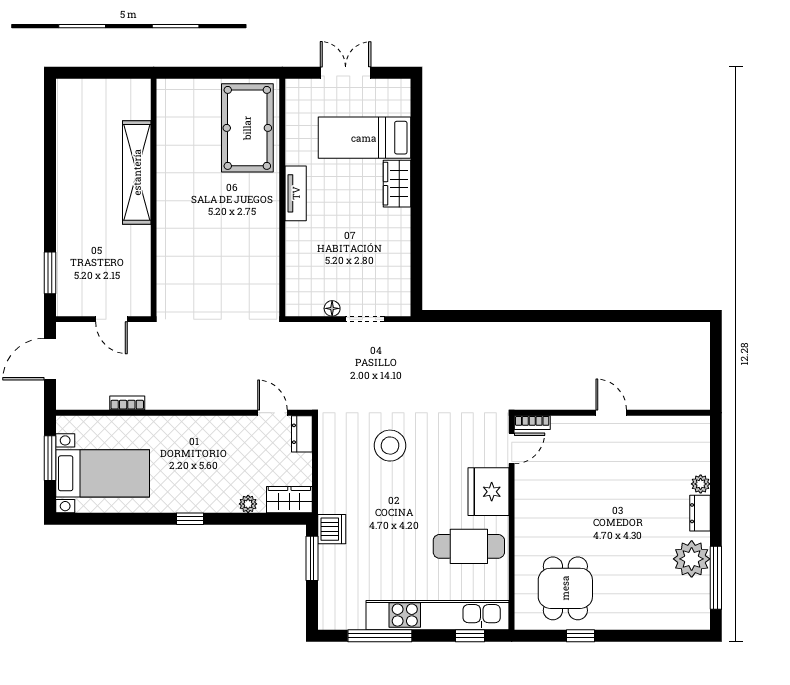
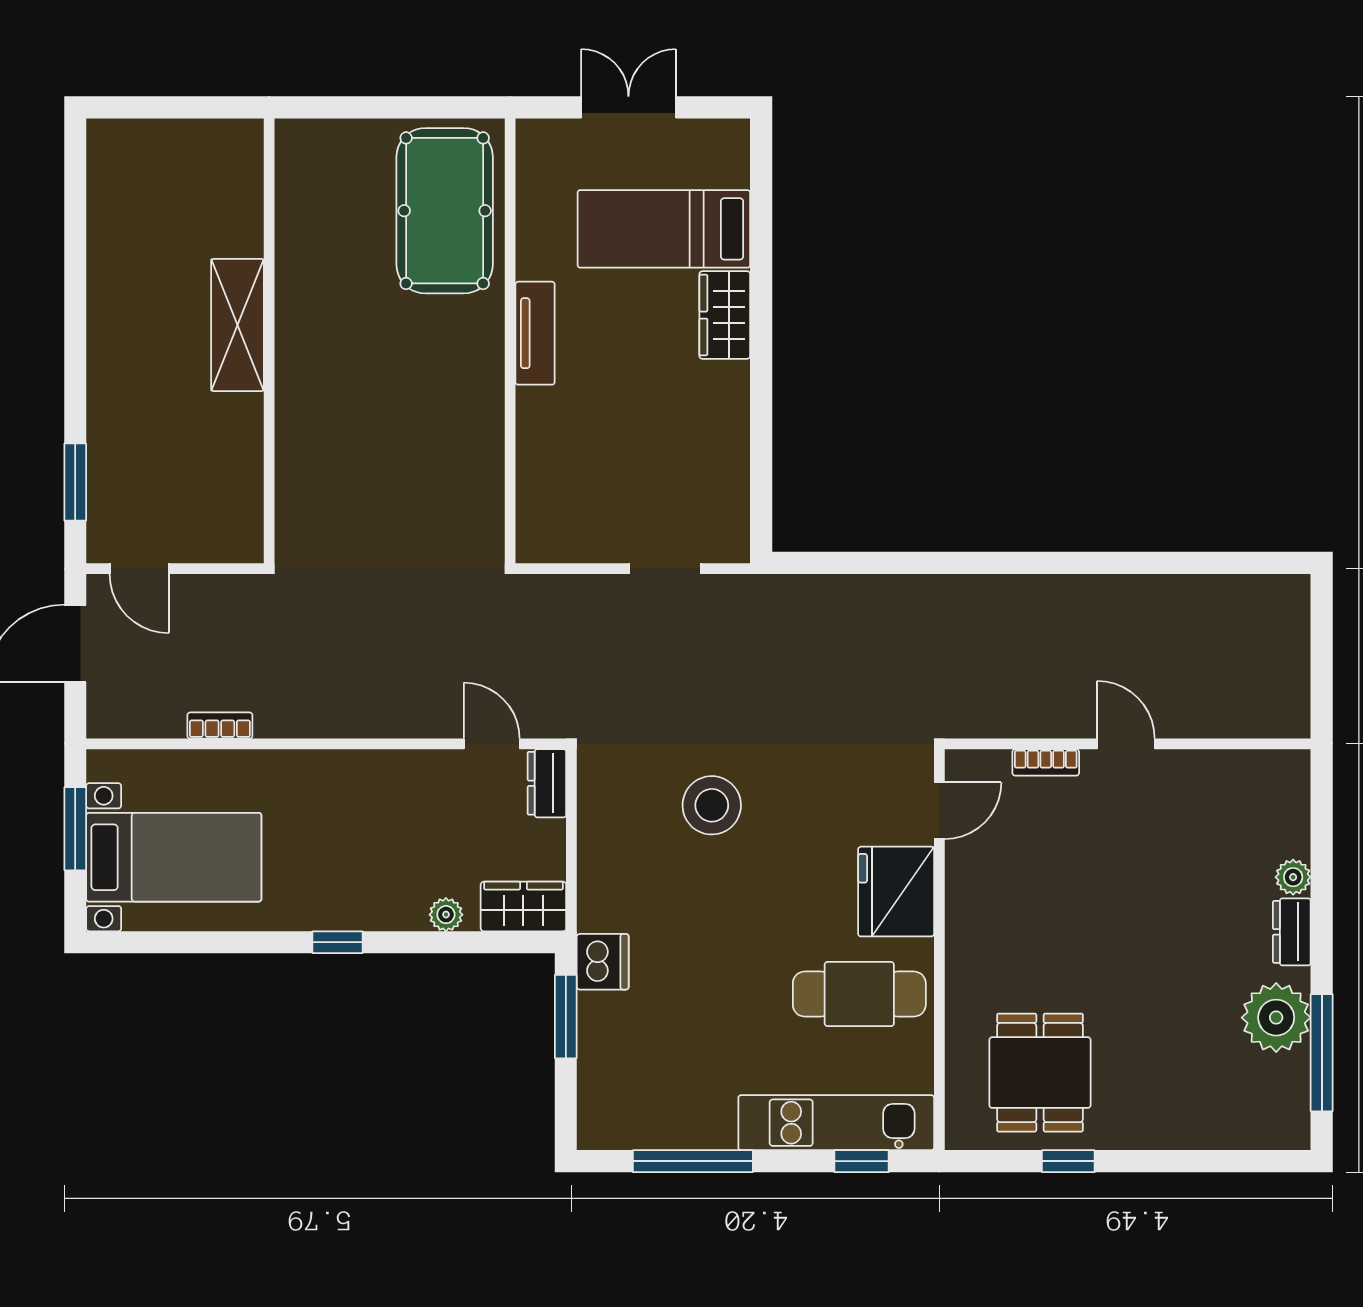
shelving: (137, 172) -> (238, 325), width x0.68
floor lamp: (332, 308) -> (603, 549), removed
door: (111, 319) -> (139, 569), moved
bookcase: (532, 423) -> (1046, 762), moved
kitchen unit: (437, 615) -> (836, 1123), width x0.73

